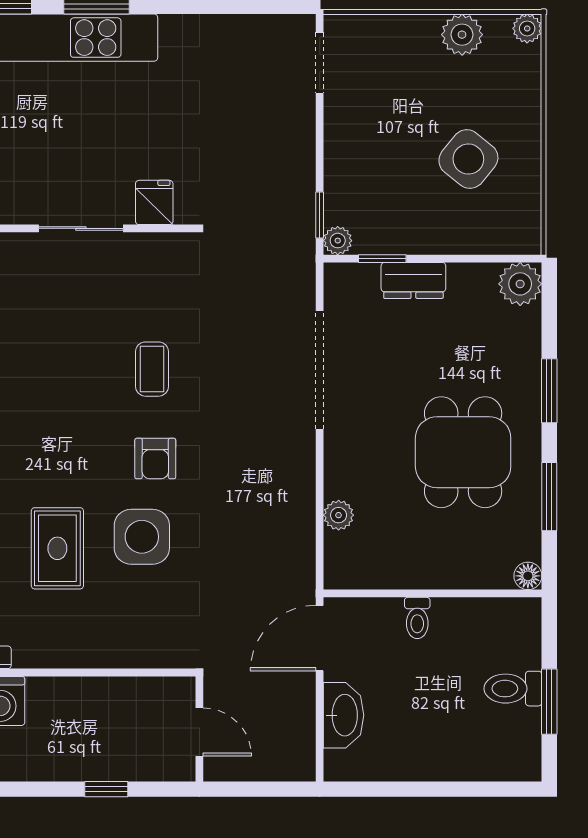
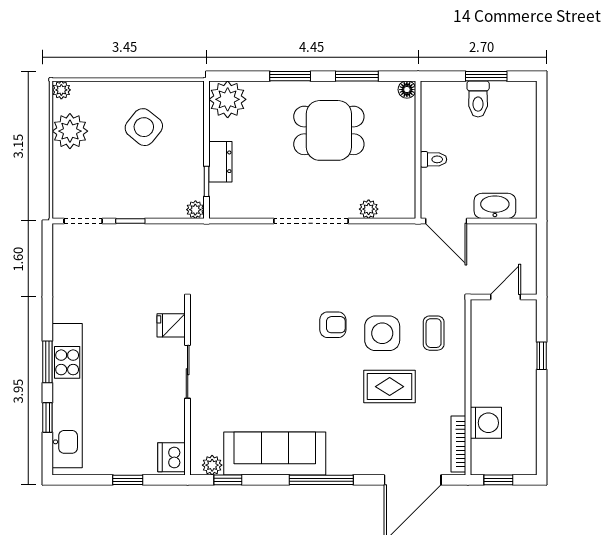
plant: (462, 35) -> (70, 131), width x1.36, depth x1.36
window: (320, 215) -> (130, 221), moved
plant: (520, 284) -> (228, 99), width x1.36, depth x1.36
coffee table: (152, 369) -> (434, 333), moved, turned 90
doorway: (320, 370) -> (311, 221), moved

